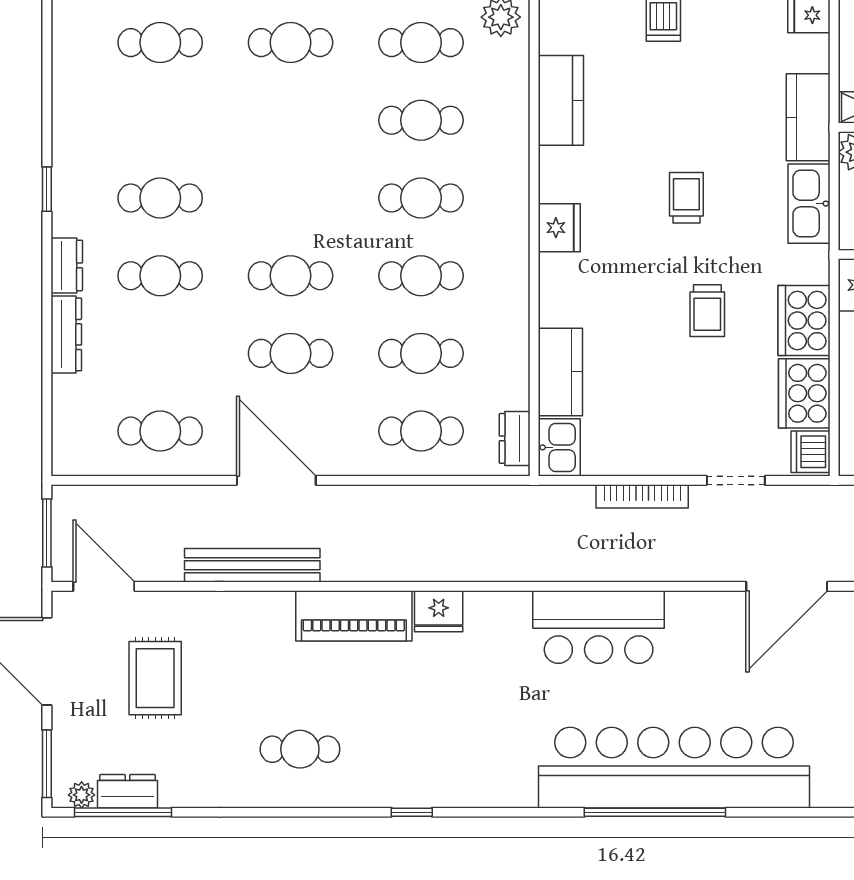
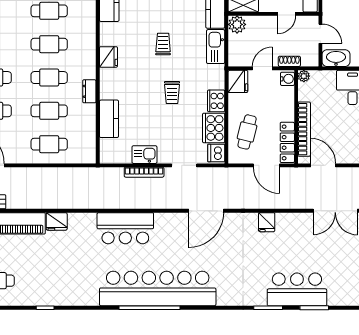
cooker: (804, 321) -> (216, 101), width x0.73, depth x0.76
dresser: (515, 438) -> (89, 91), moved
kitchen sink: (559, 447) -> (144, 155), moved, turned -90

